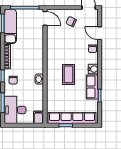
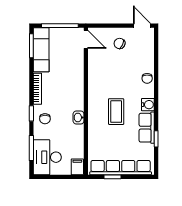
door: (100, 33) -> (156, 59), removed

